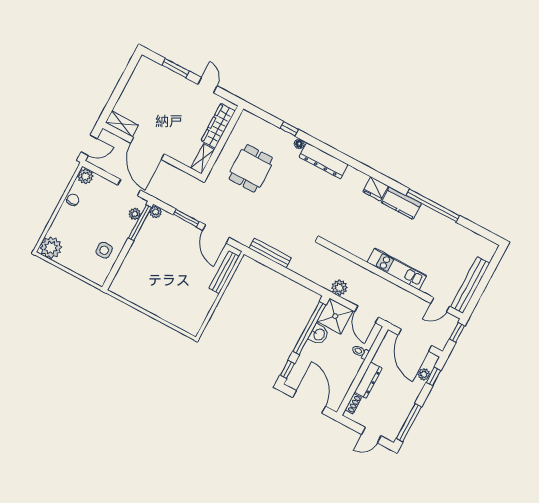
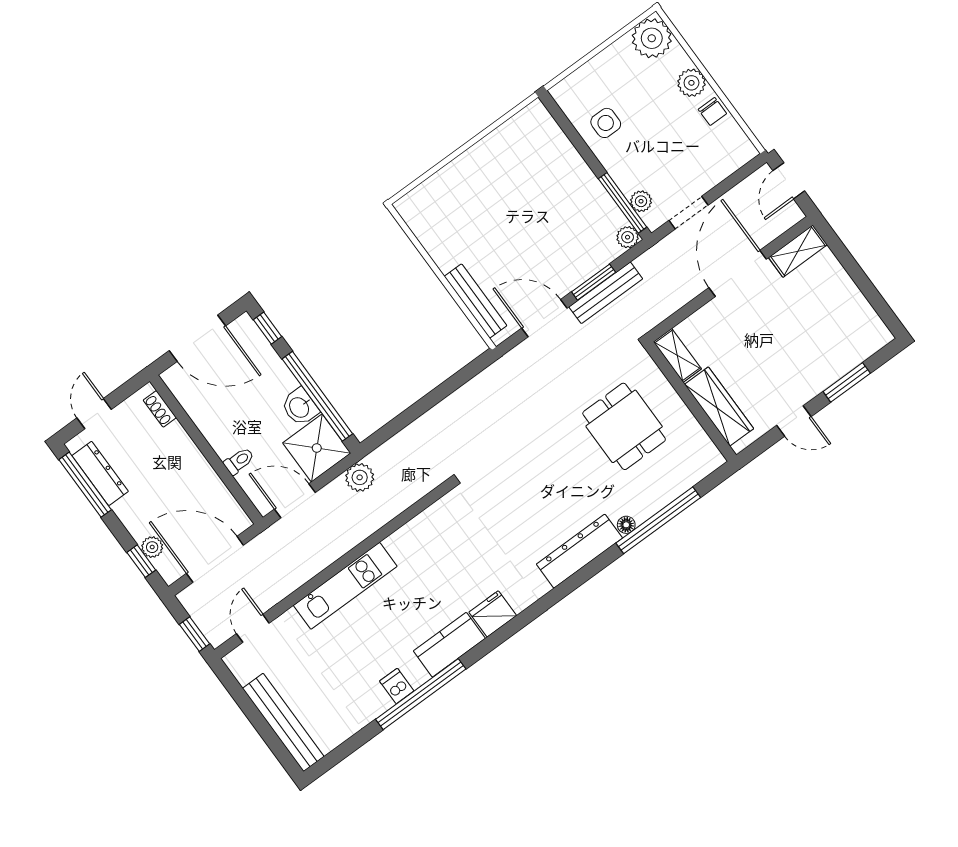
window: (289, 129) -> (658, 520), width x3.17
door: (147, 148) -> (738, 273), hinge flipped
plant: (85, 176) -> (691, 83), moved
dishwasher: (434, 219) -> (397, 686), added
bench: (270, 253) -> (606, 293), moved
bench: (470, 285) -> (283, 722), moved
dresser: (368, 380) -> (100, 473), moved, turned 180

